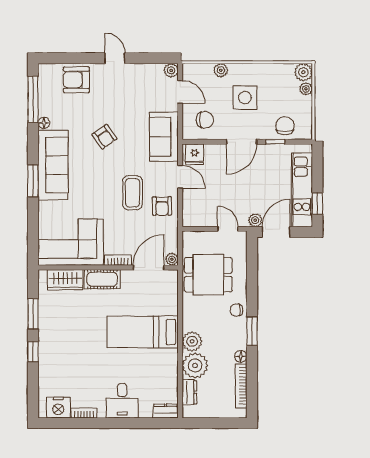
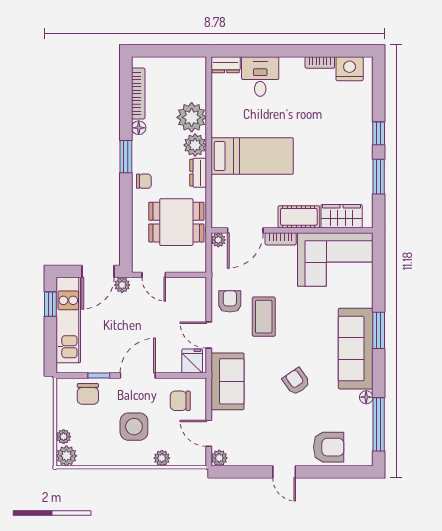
dresser: (189, 392) -> (198, 173), moved
desk: (122, 401) -> (260, 76), moved

